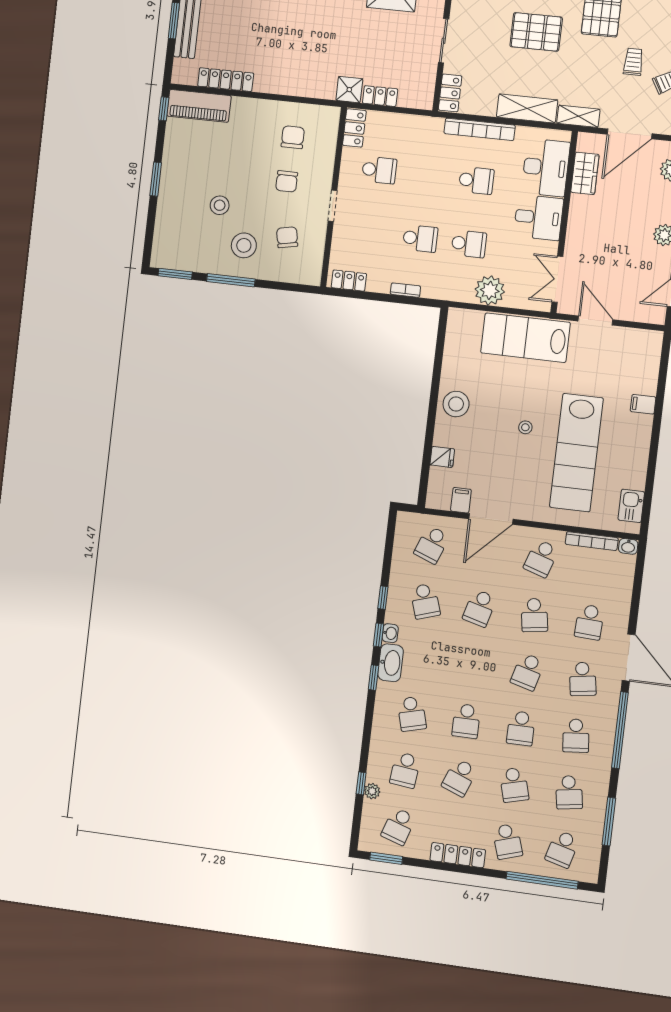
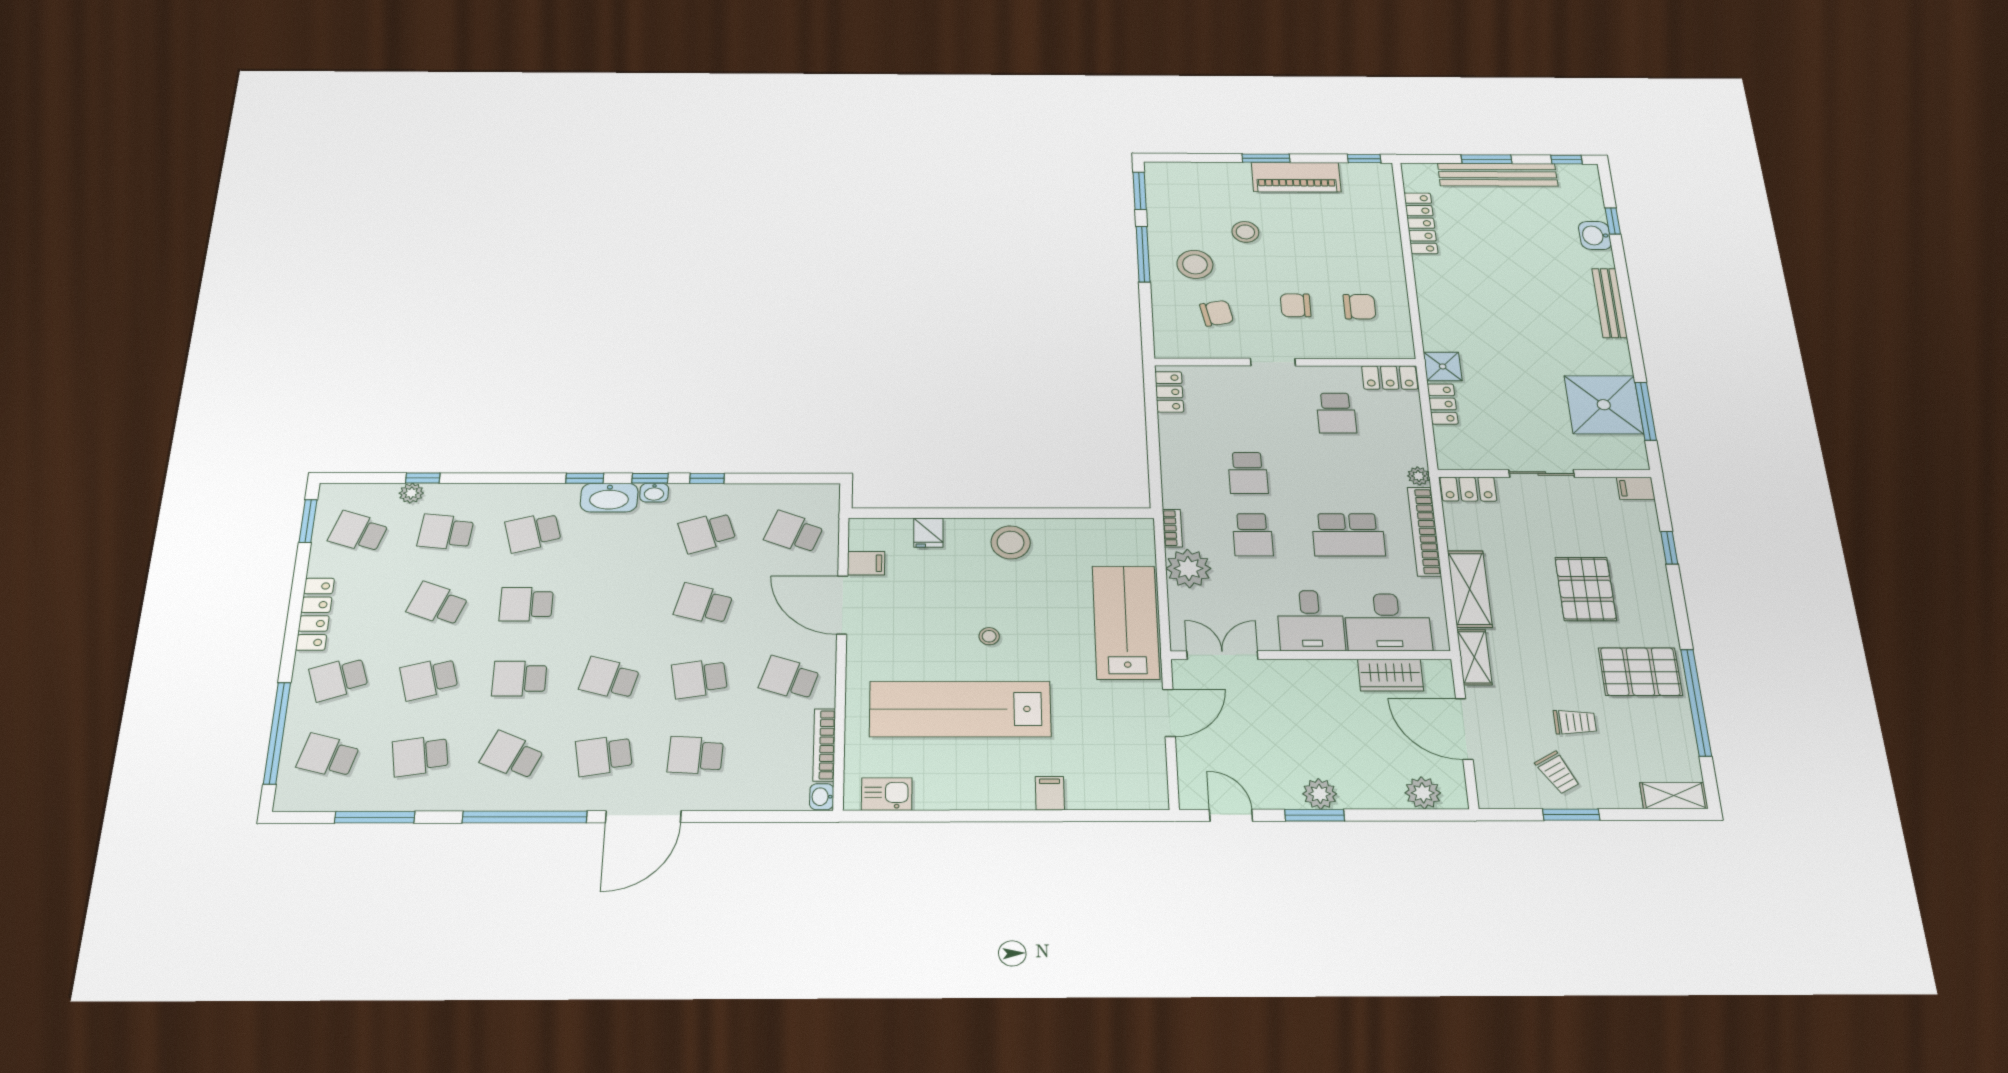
piano: (199, 106) -> (1296, 177), moved, turned -90
plant: (436, 124) -> (1419, 476), added
school desk: (476, 180) -> (1348, 535), width x1.85
bookcase: (405, 290) -> (1172, 528), moved
school desk: (576, 736) -> (512, 756), turned 30

